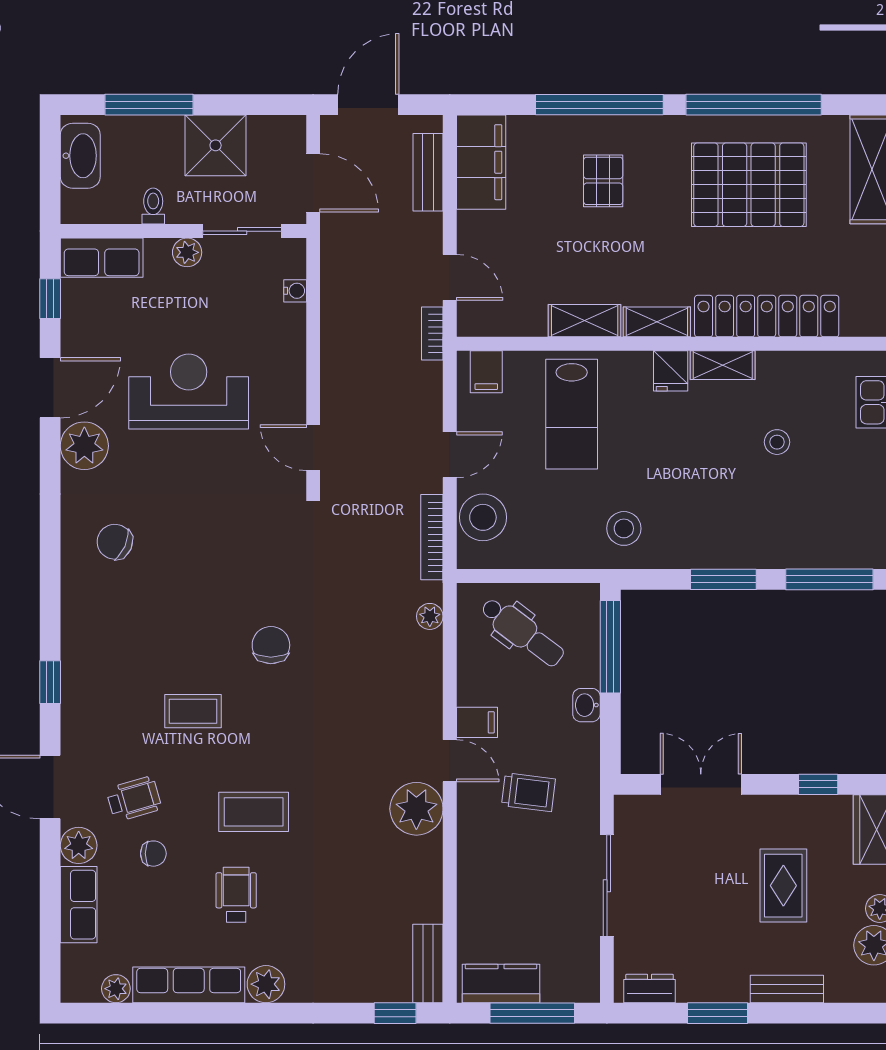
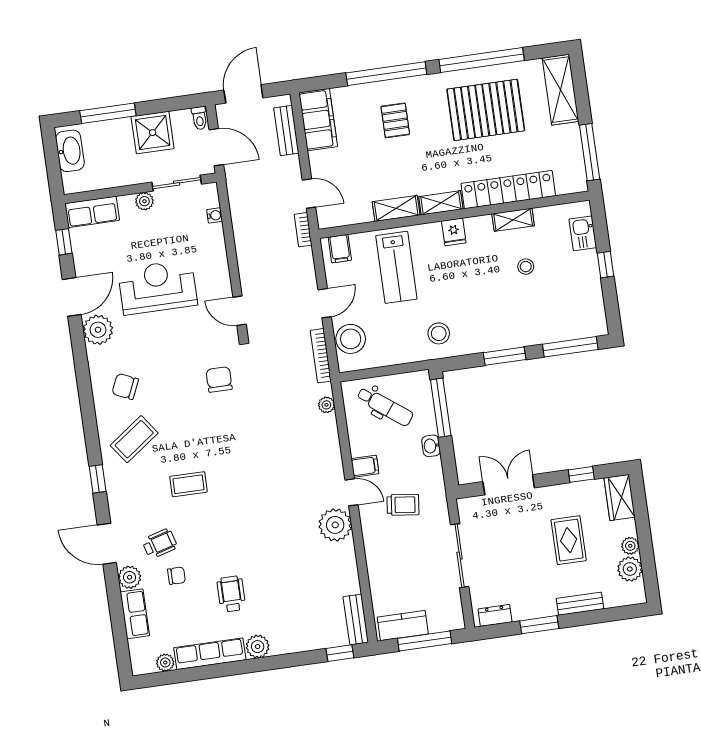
toilet: (153, 206) -> (199, 118), moved, turned 180
shelving: (723, 365) -> (513, 220), moved
chair: (271, 645) -> (219, 379), moved
coffee table: (254, 812) -> (134, 439), moved, turned -36

